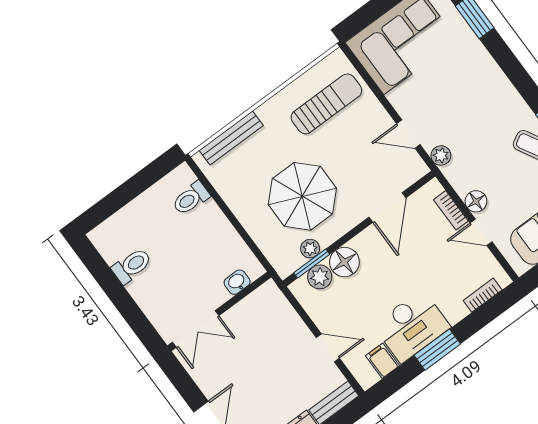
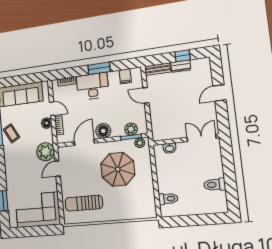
door: (408, 134) -> (57, 169), swing flipped
bench: (231, 138) -> (134, 214), removed
plant: (441, 155) -> (46, 152), width x1.87, depth x1.87
plant: (310, 249) -> (140, 143), moved
floor lamp: (344, 262) -> (103, 131), moved
desk: (412, 326) -> (93, 86), moved

